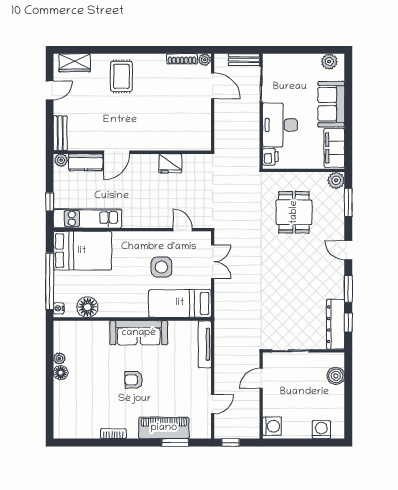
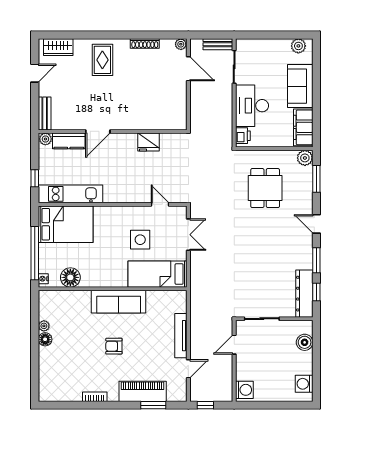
shoe rack: (182, 59) -> (145, 43), moved
tv unit: (205, 344) -> (181, 336), moved
washing machine: (321, 430) -> (304, 384), moved, turned -90

